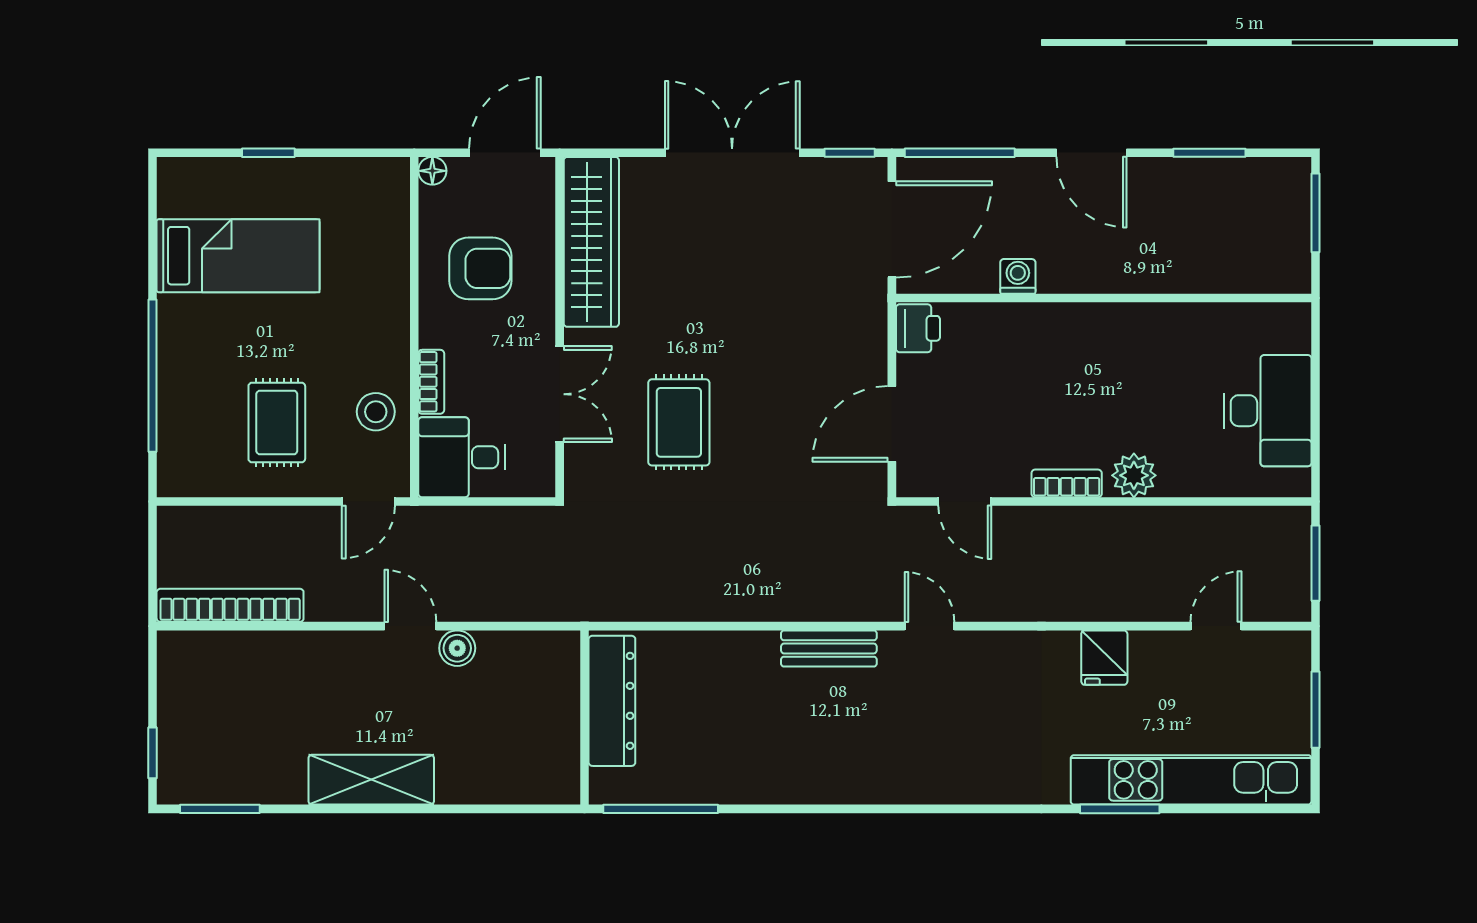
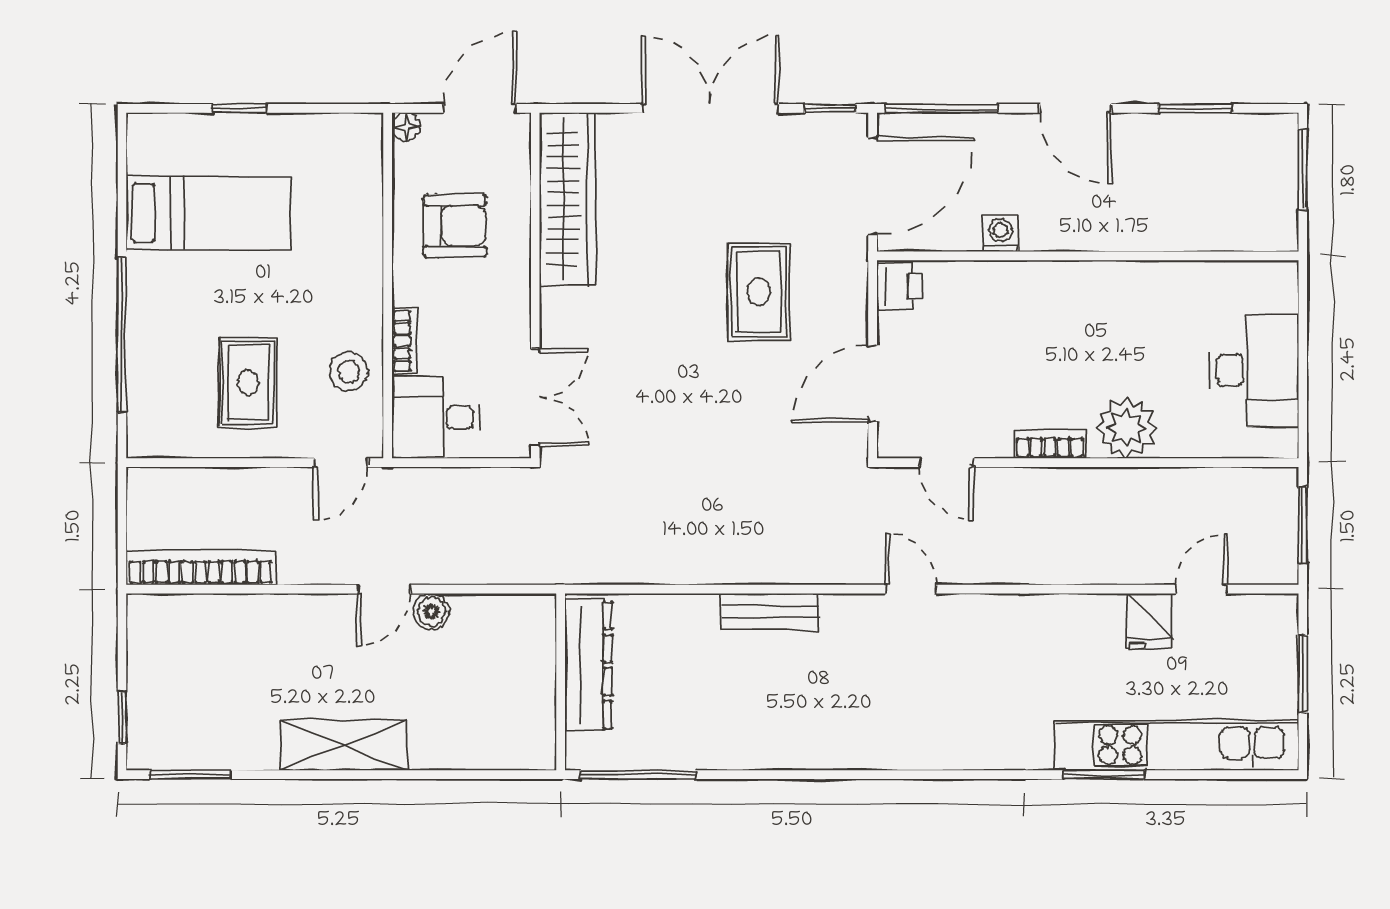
double door: (560, 394) -> (535, 397), moved
rug: (679, 422) -> (759, 292), moved
plant: (1134, 475) -> (1126, 428), width x1.36, depth x1.36
door: (410, 626) -> (384, 589), swing flipped
bench: (829, 649) -> (770, 612), moved
fridge: (1104, 658) -> (1149, 621), moved

